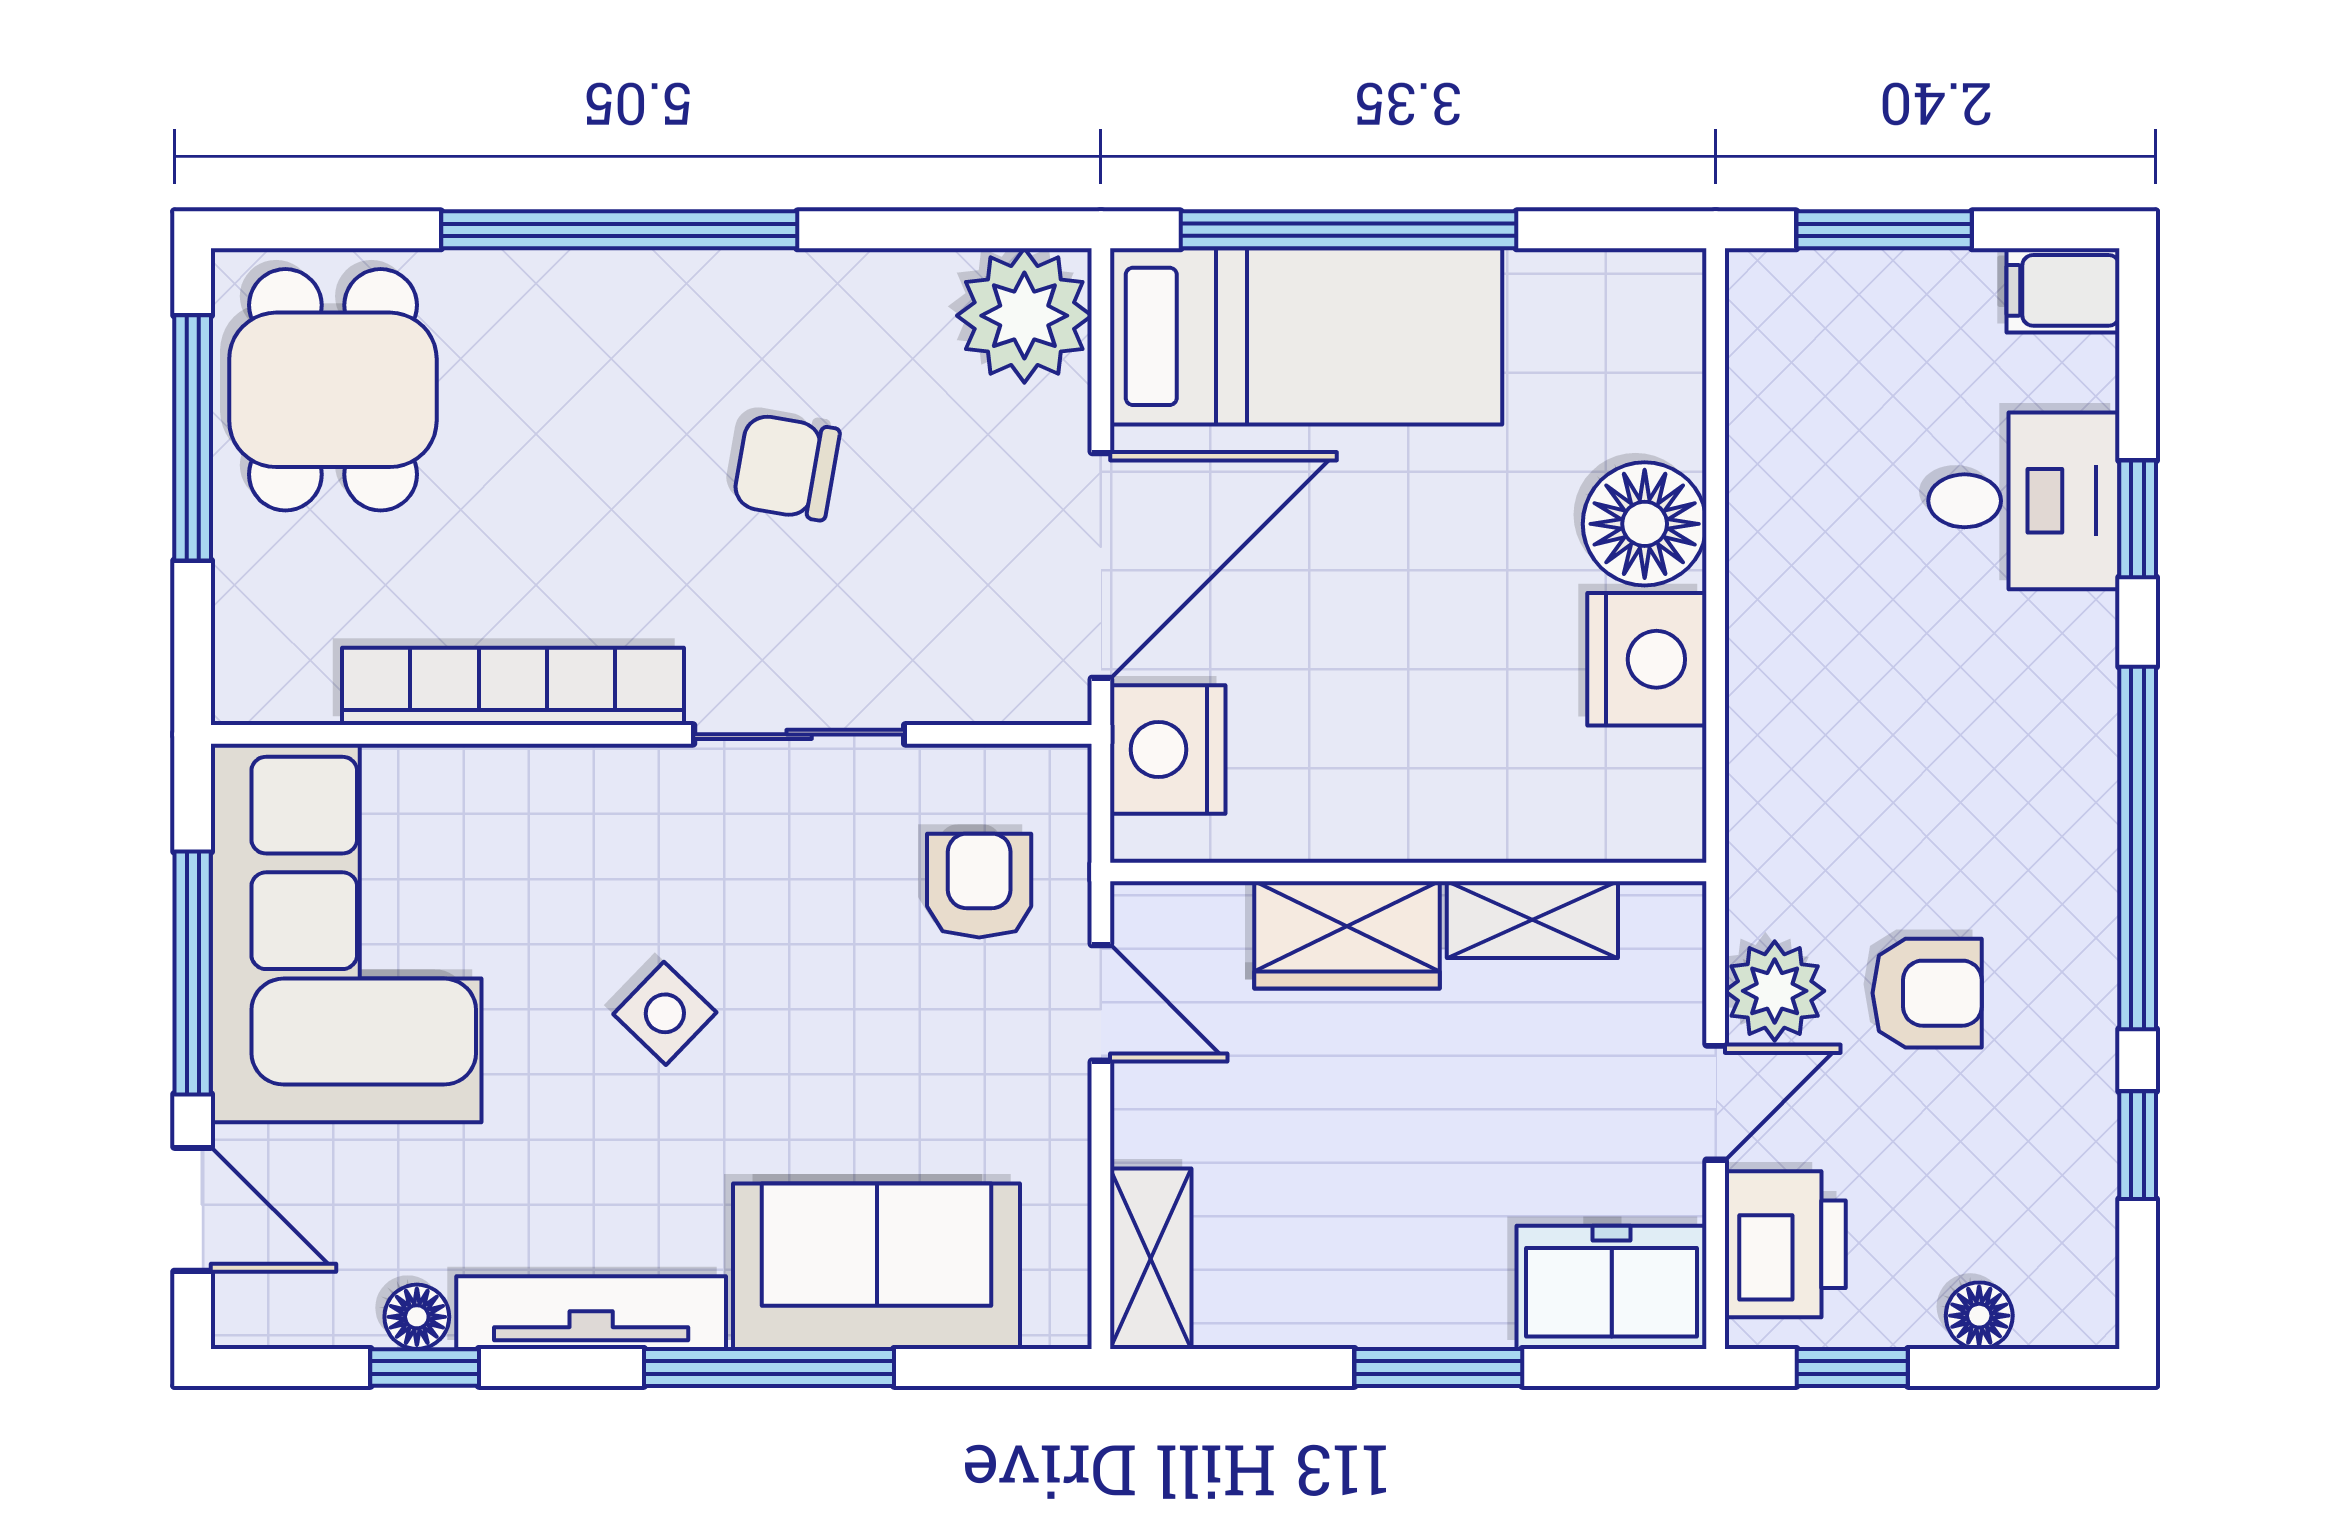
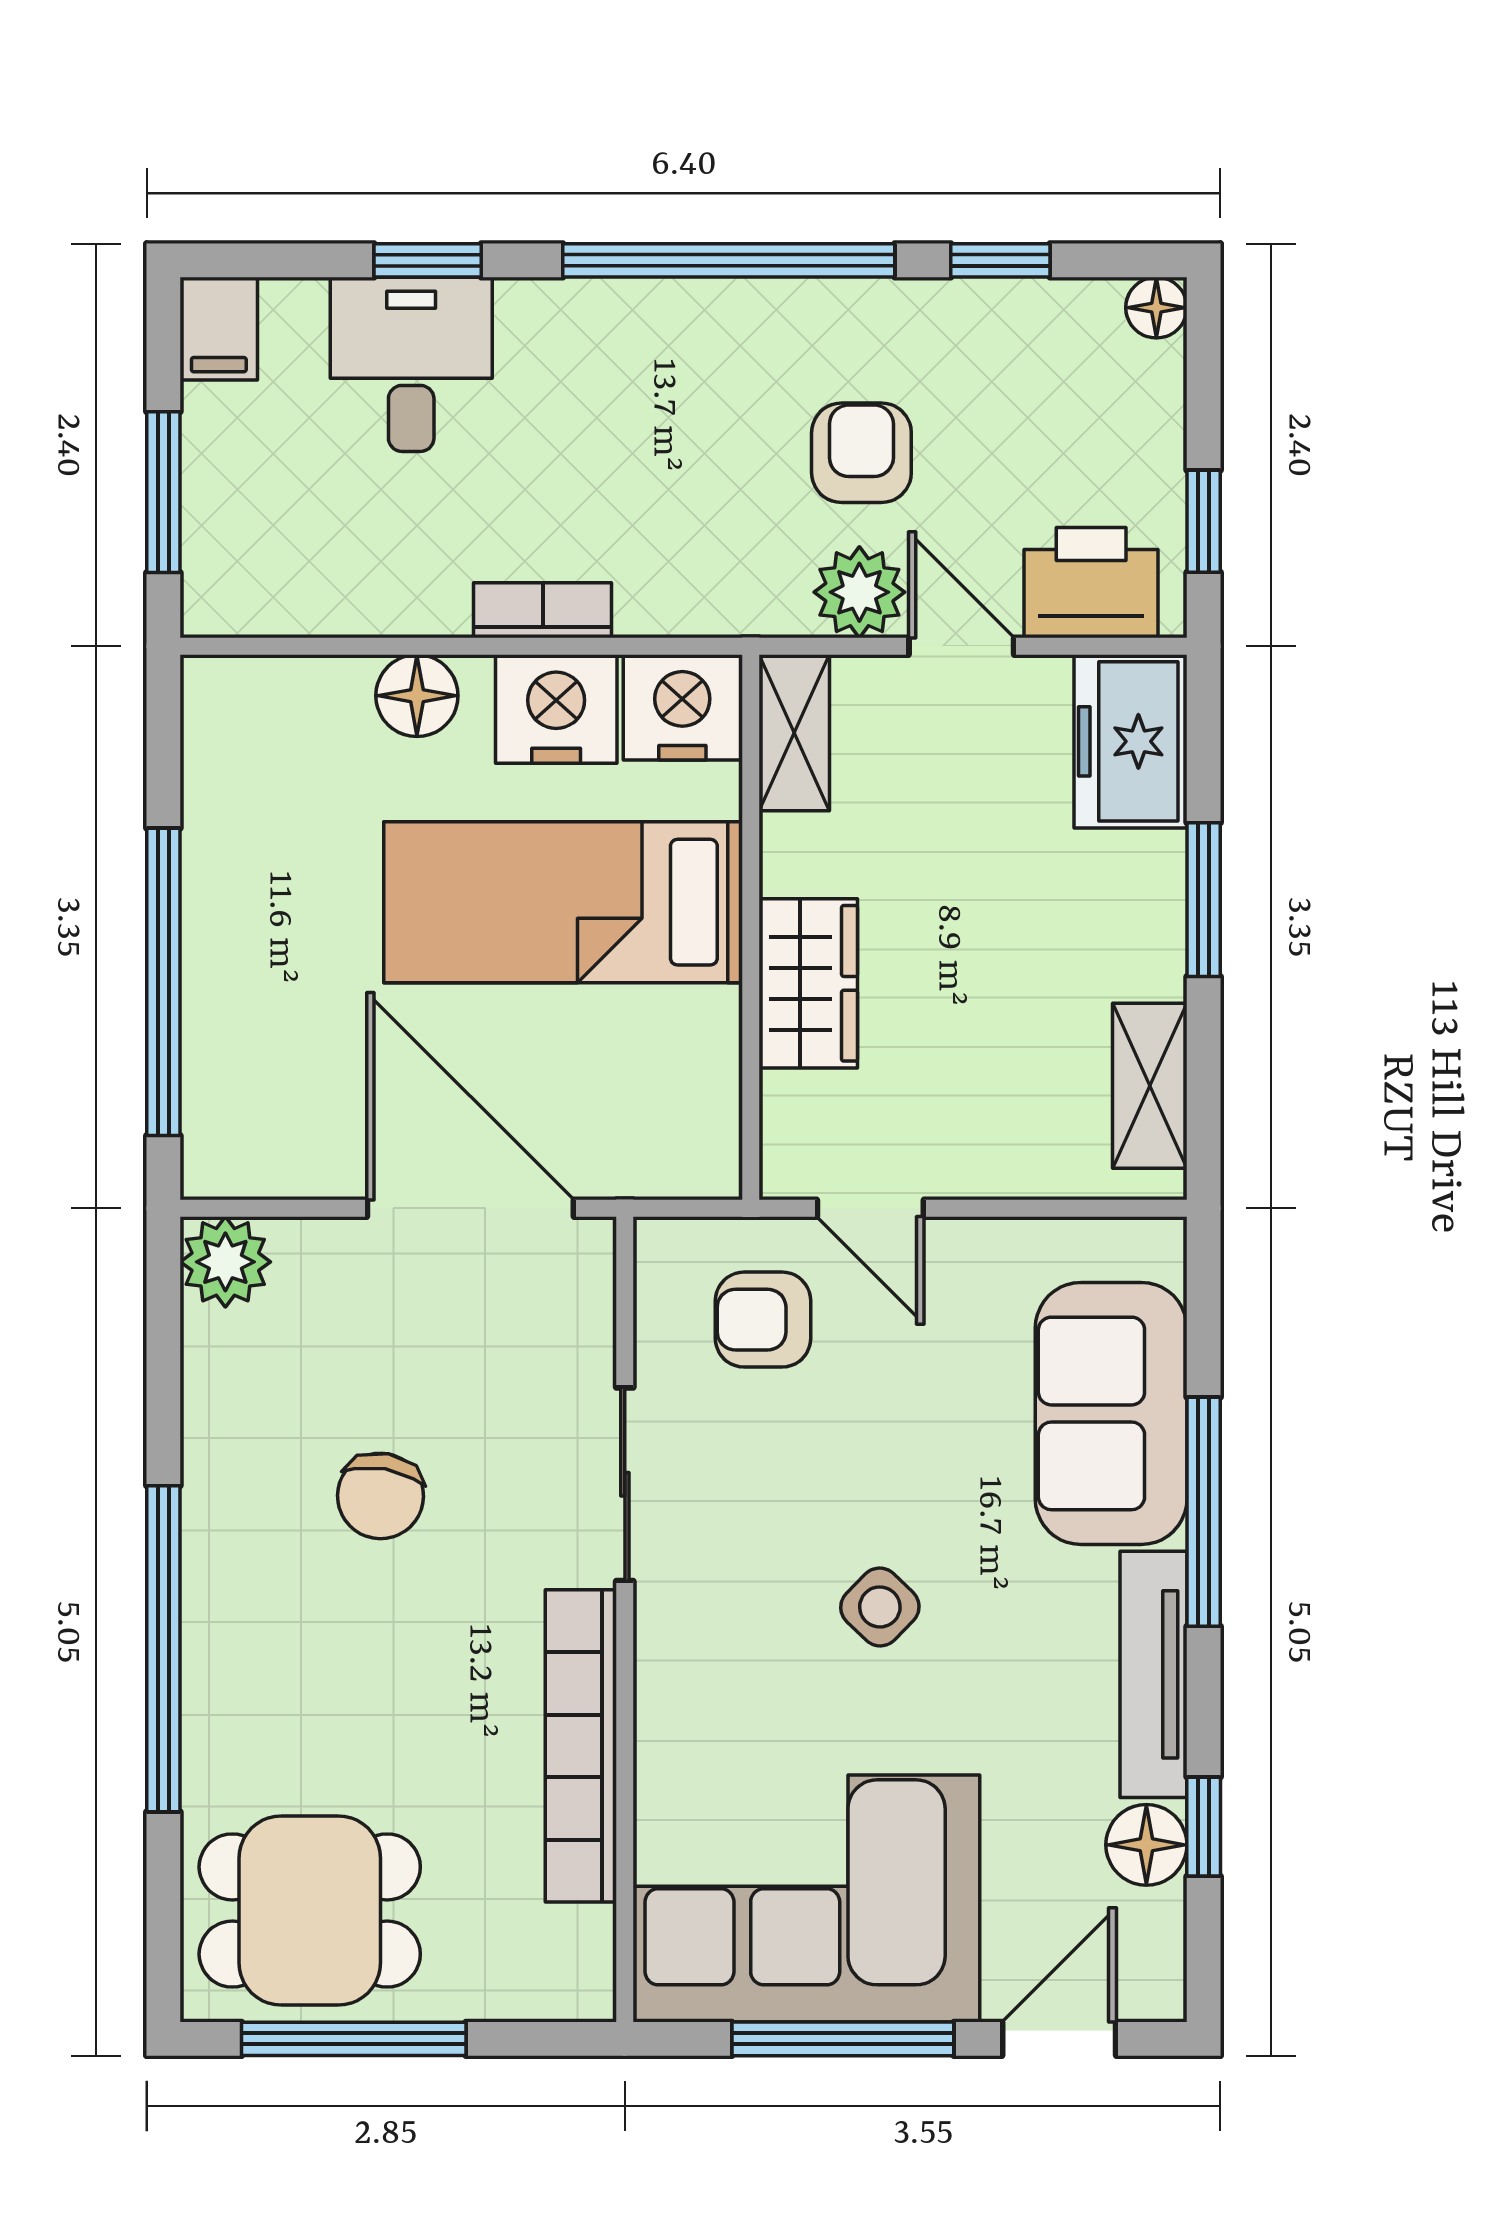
plant: (1024, 316) -> (225, 1262), width x0.73, depth x0.73
bed: (1306, 336) -> (563, 902), moved, turned -90
floor lamp: (1645, 524) -> (417, 696), width x0.73, depth x0.73
bookcase: (1755, 644) -> (543, 610), added
nightstand: (1168, 750) -> (682, 707), moved, turned 180
shelving: (1532, 920) -> (794, 733), moved
door: (1101, 1003) -> (870, 1208), swing flipped
shelving: (1151, 1259) -> (1150, 1086), moved, turned 90
floor lamp: (1979, 1316) -> (1156, 308), moved
floor lamp: (417, 1317) -> (1146, 1845), width x1.37, depth x1.37

